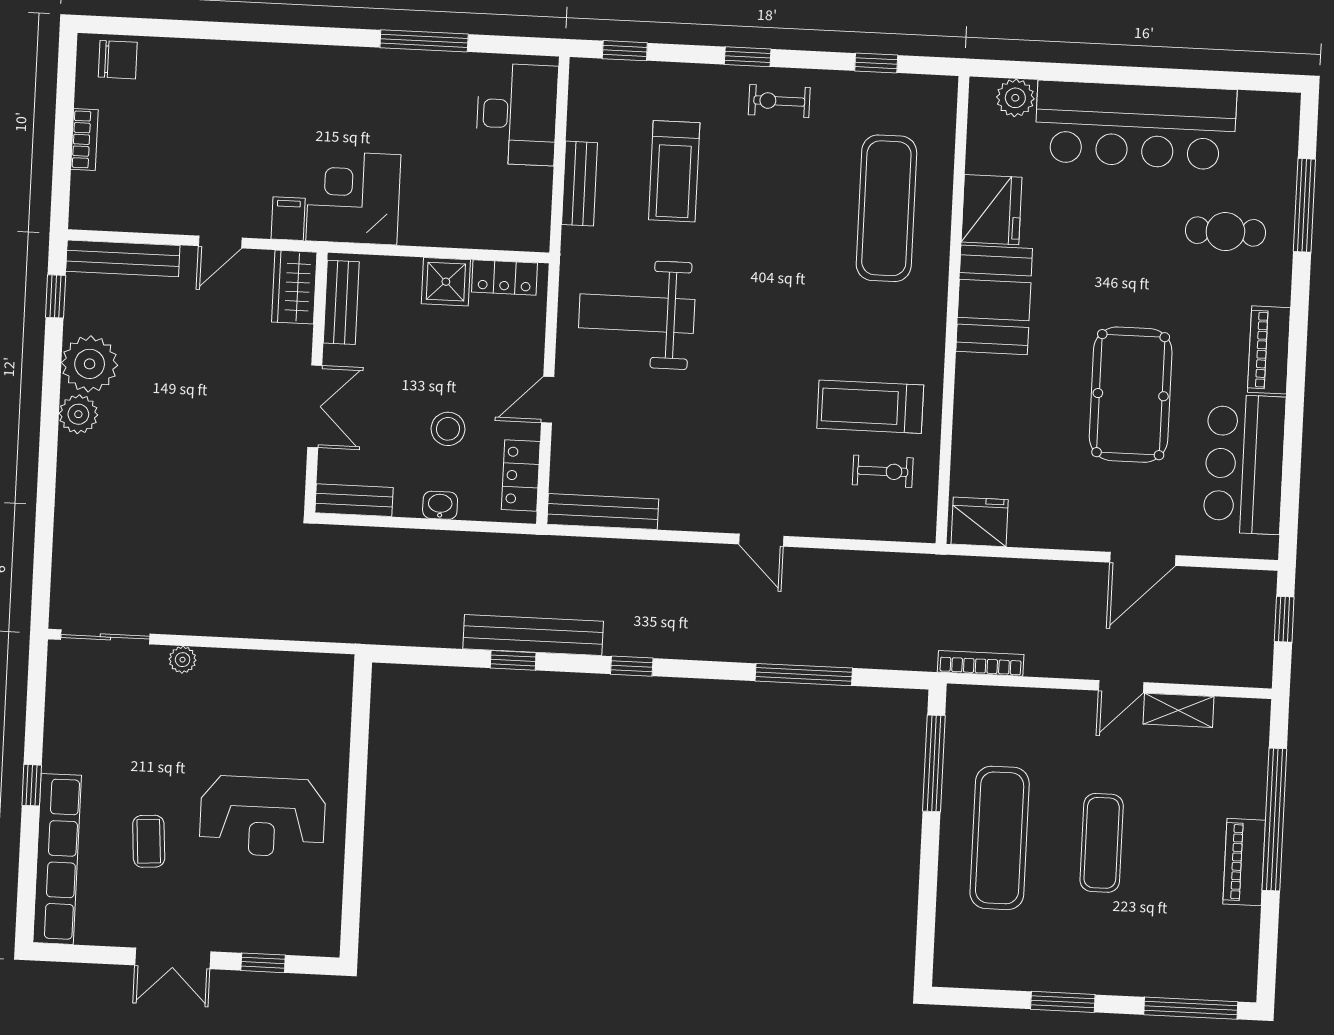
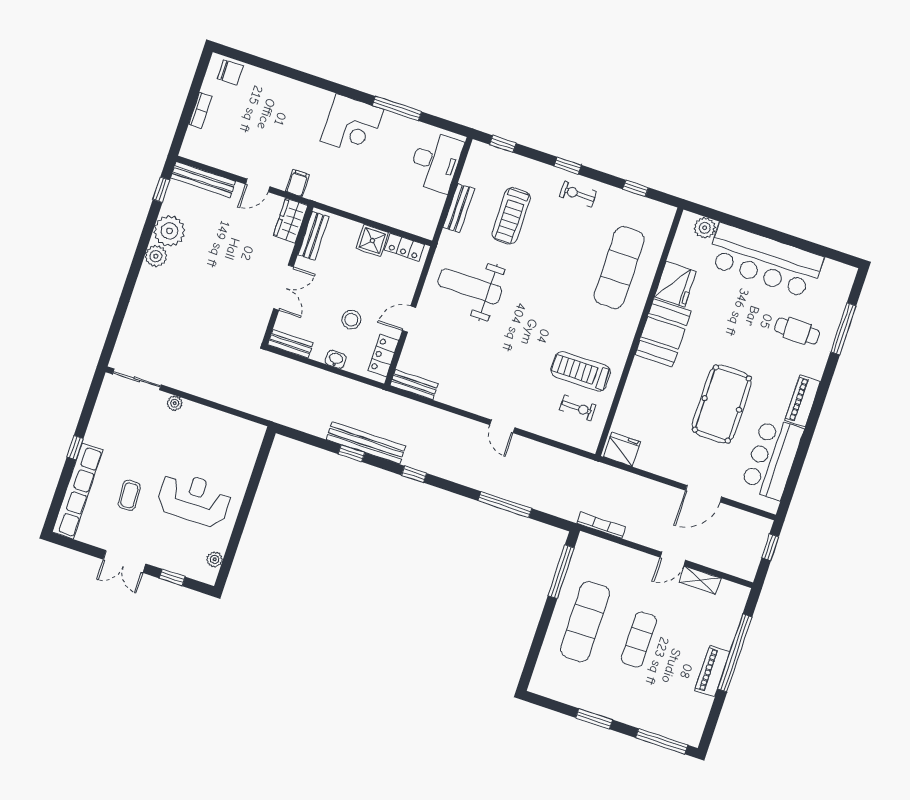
corner desk: (353, 198) -> (352, 125), moved, turned 180
bench: (603, 512) -> (414, 385), width x0.73
reception desk: (262, 816) -> (194, 499), turned 180
plant: (328, 911) -> (215, 559), added

